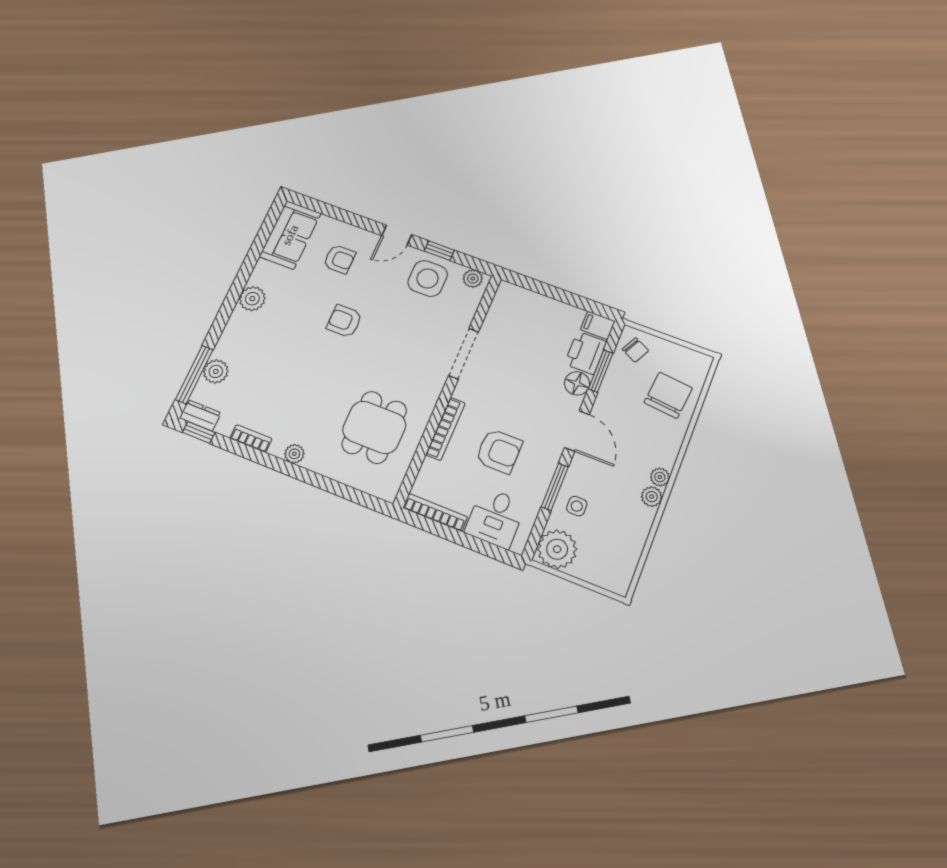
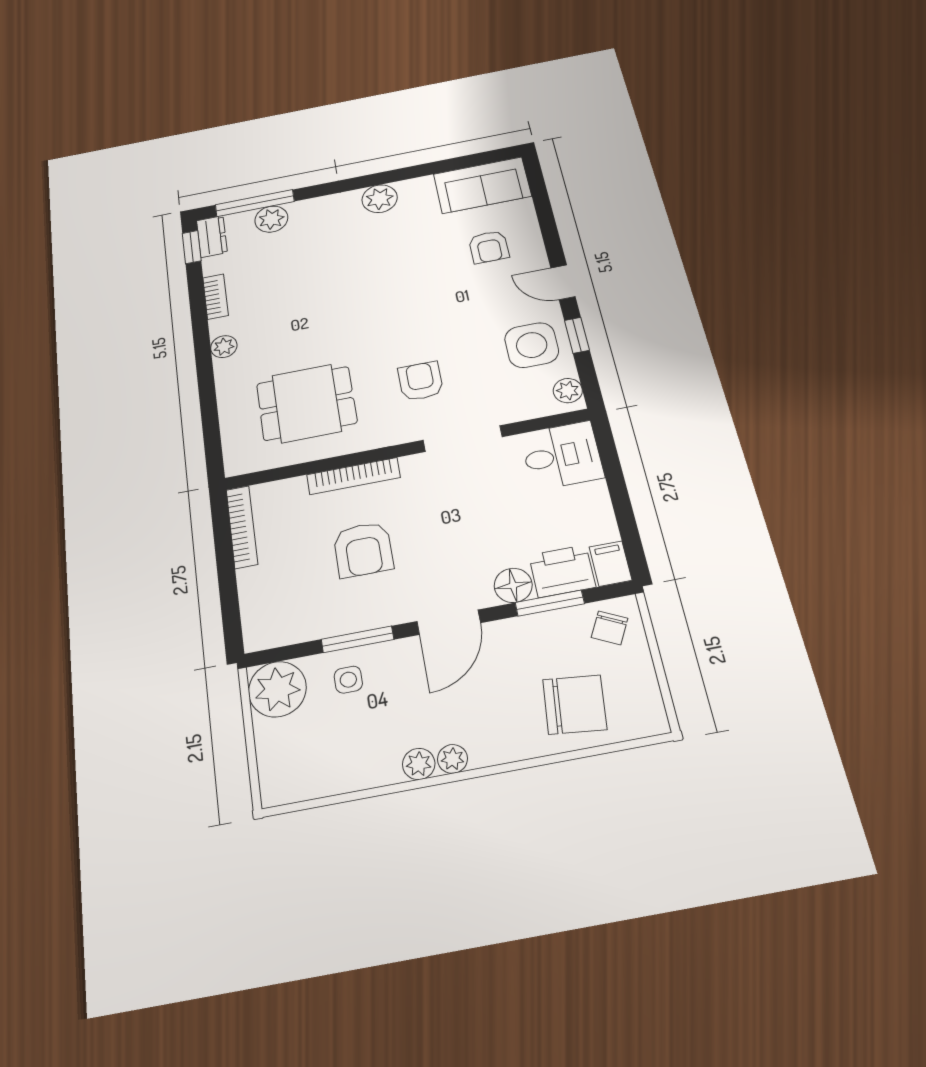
armchair: (344, 321) -> (421, 381), moved
desk: (495, 518) -> (562, 456), moved, turned 180

